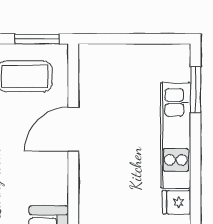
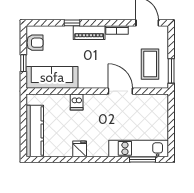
kitchen unit: (176, 135) -> (139, 148), moved
dishwasher: (93, 208) -> (77, 102), added

